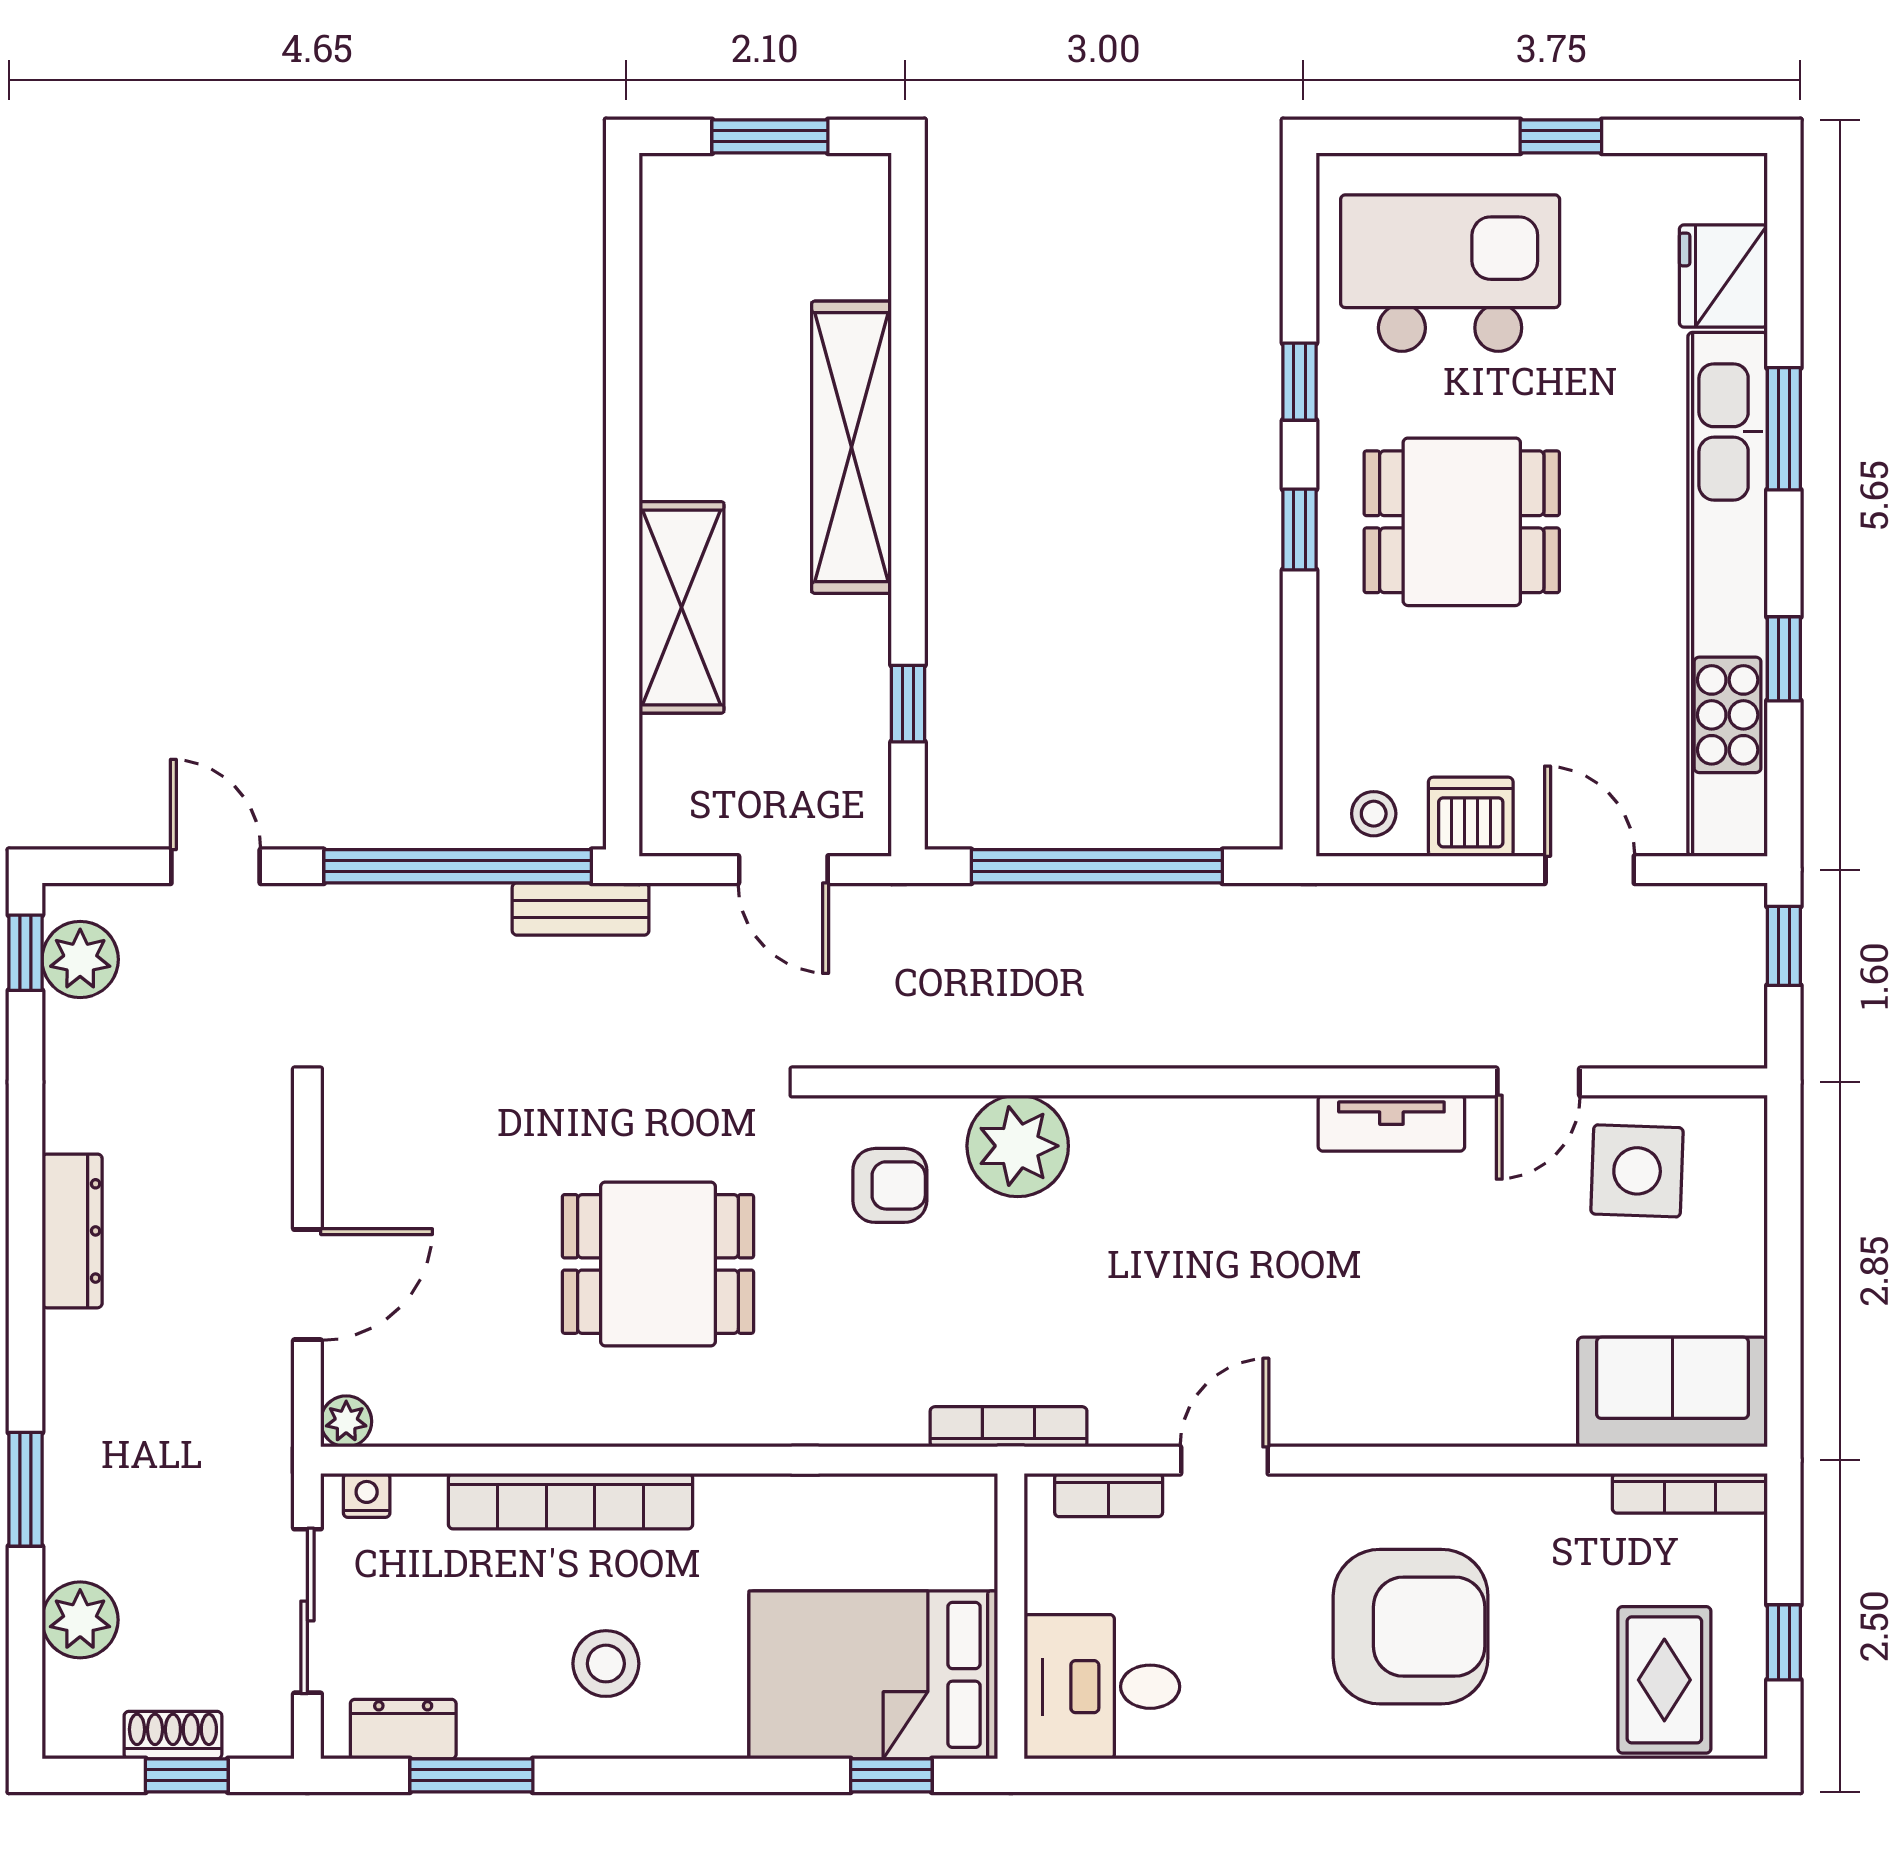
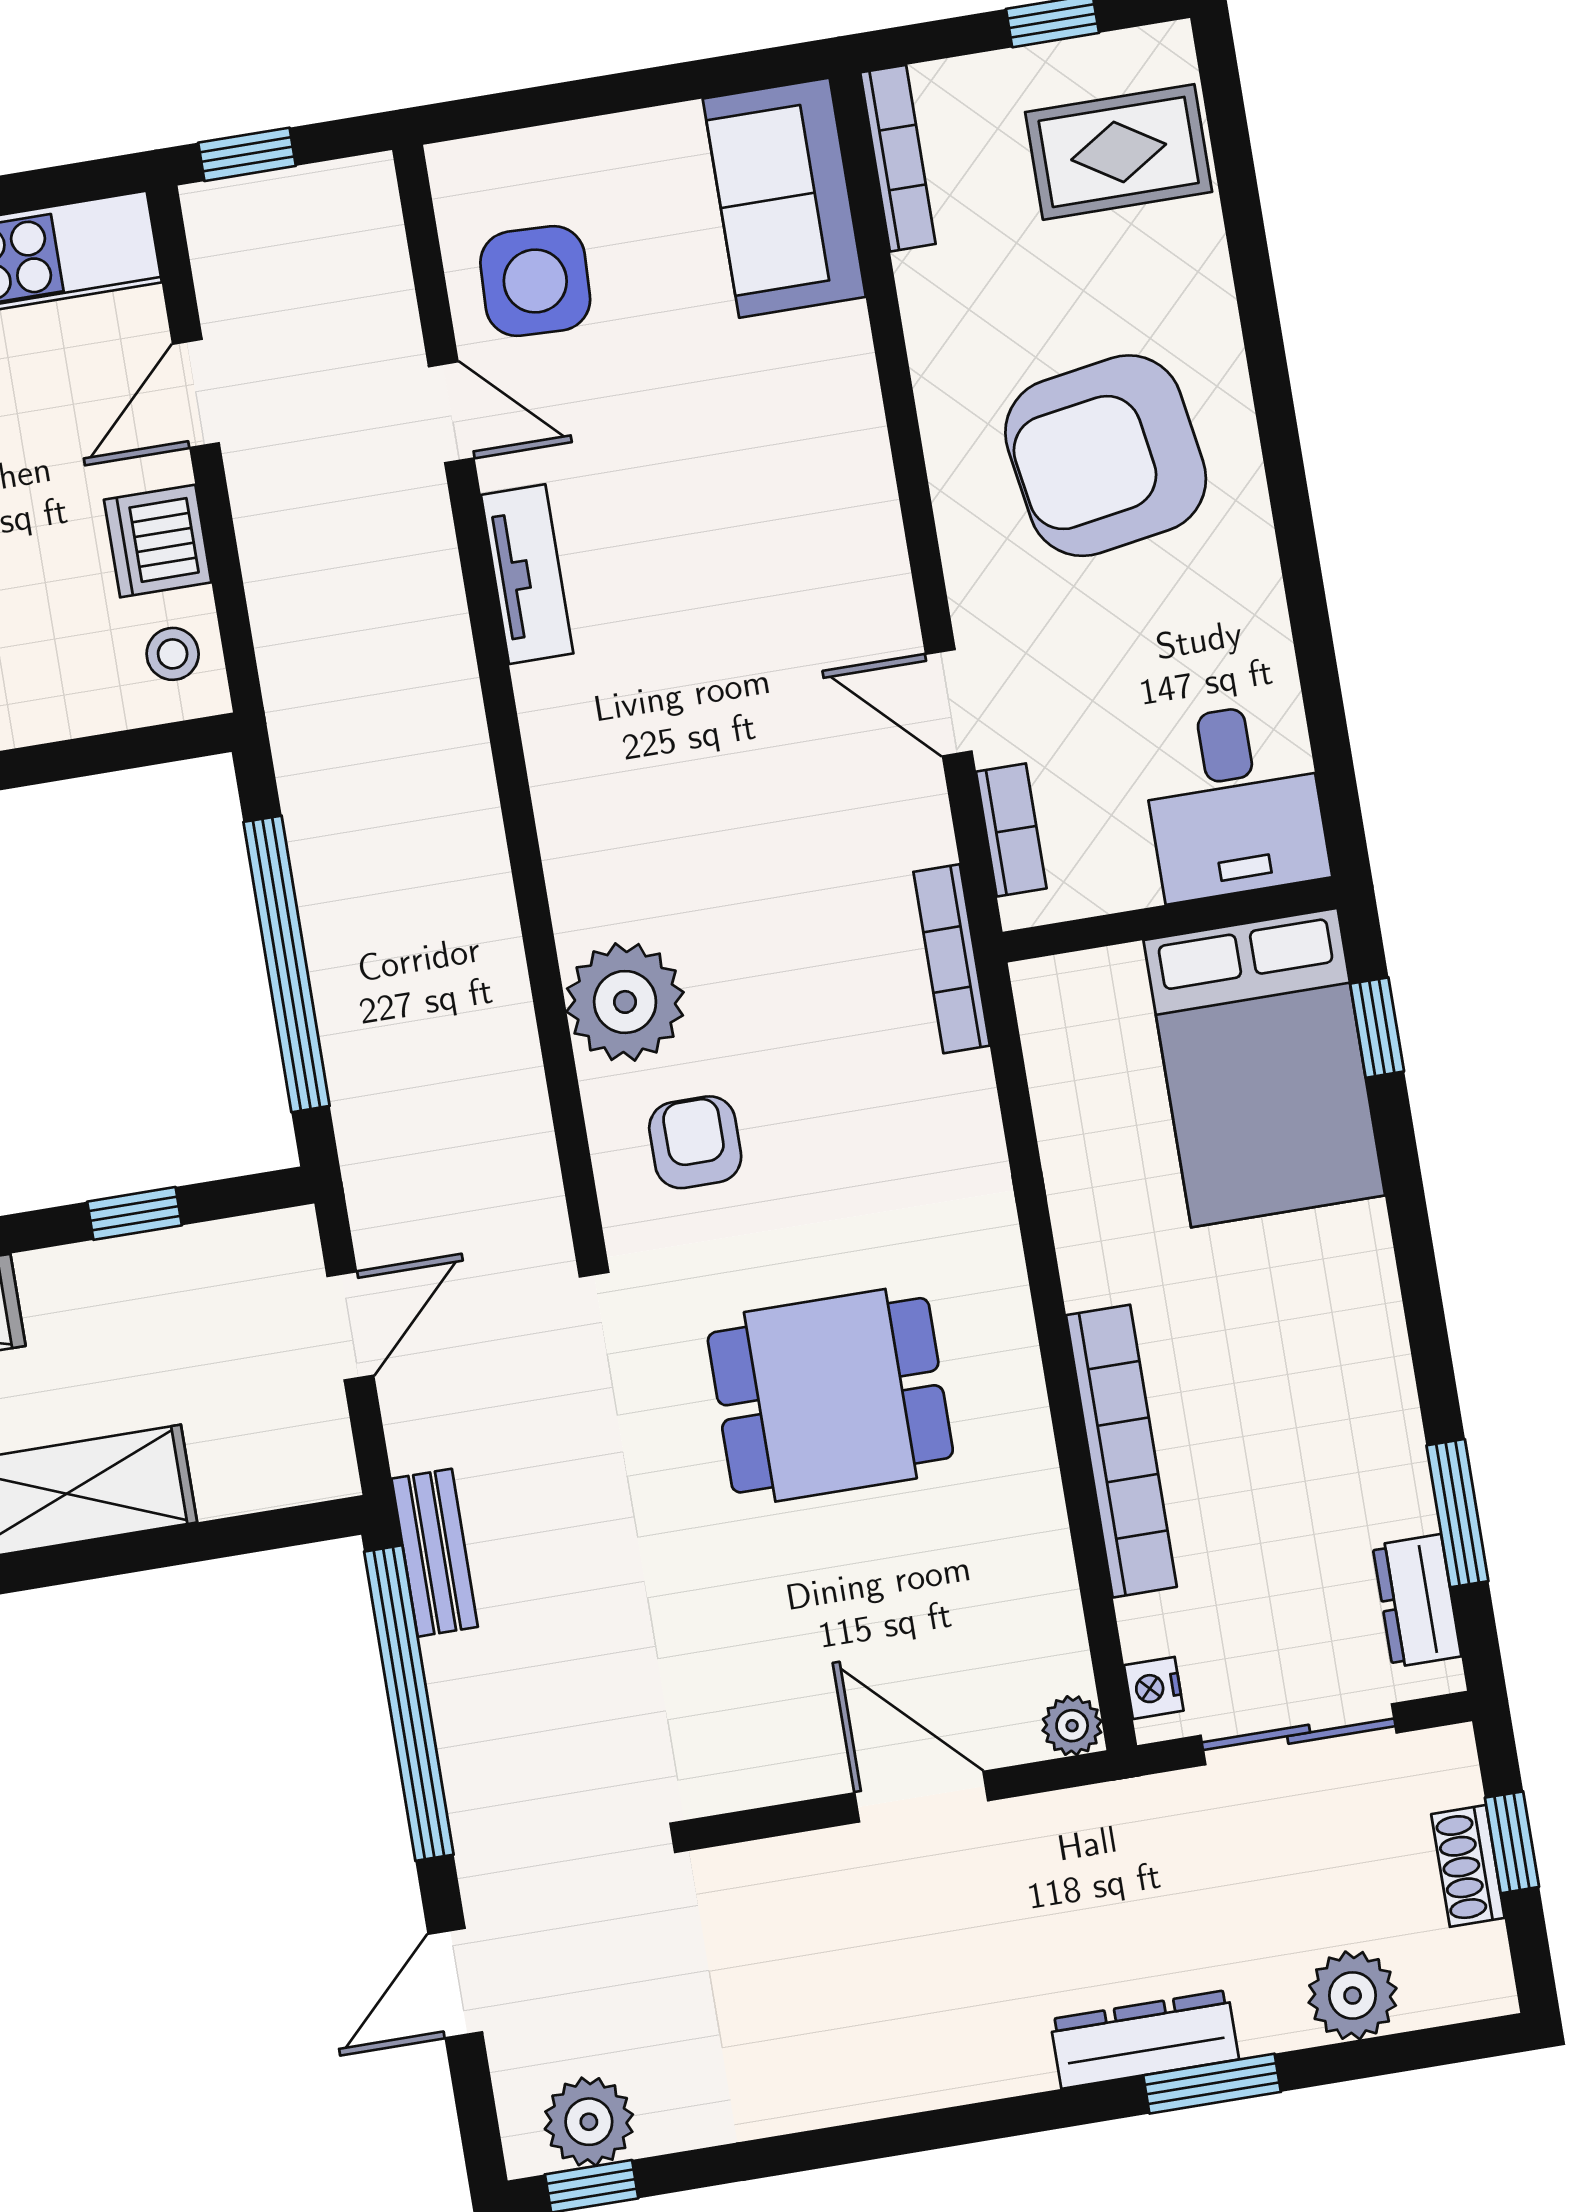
dresser: (72, 1231) -> (1144, 2039), moved
dining table: (658, 1264) -> (830, 1395), turned 90
armchair: (1411, 1627) -> (1106, 456), turned -99
stool: (606, 1664) -> (1302, 1379), removed

